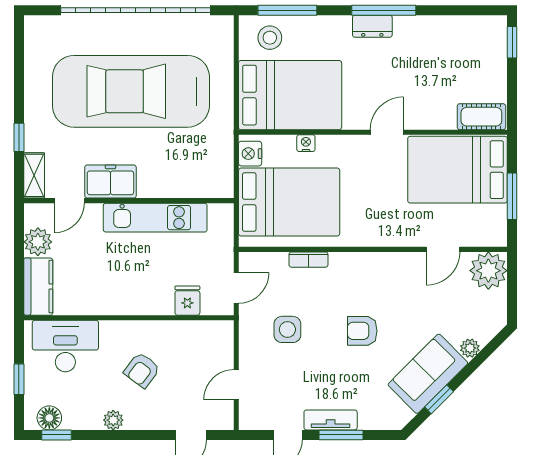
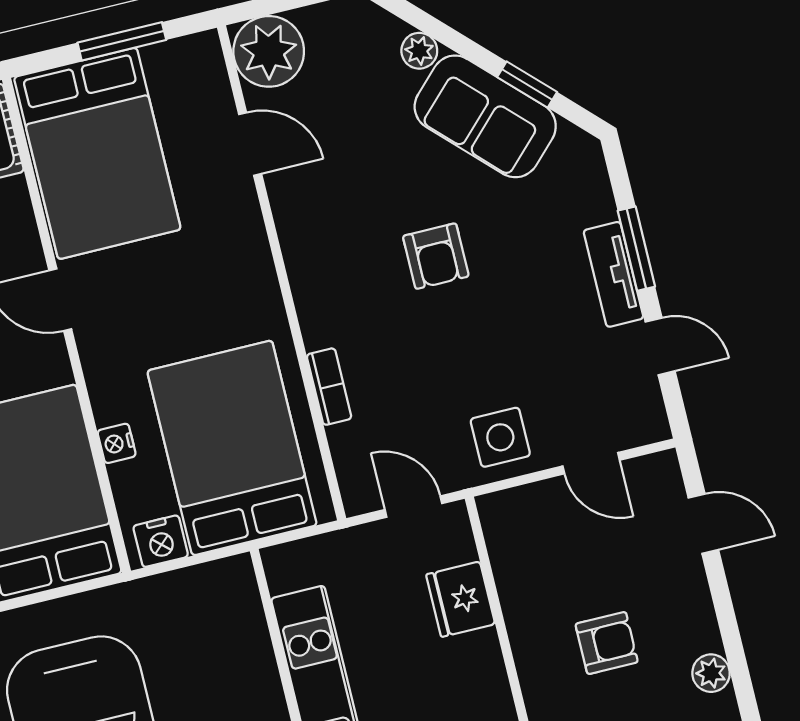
fridge: (187, 301) -> (461, 599), width x1.38
side table: (287, 329) -> (500, 437), moved
armchair: (142, 370) -> (607, 643), turned -37

